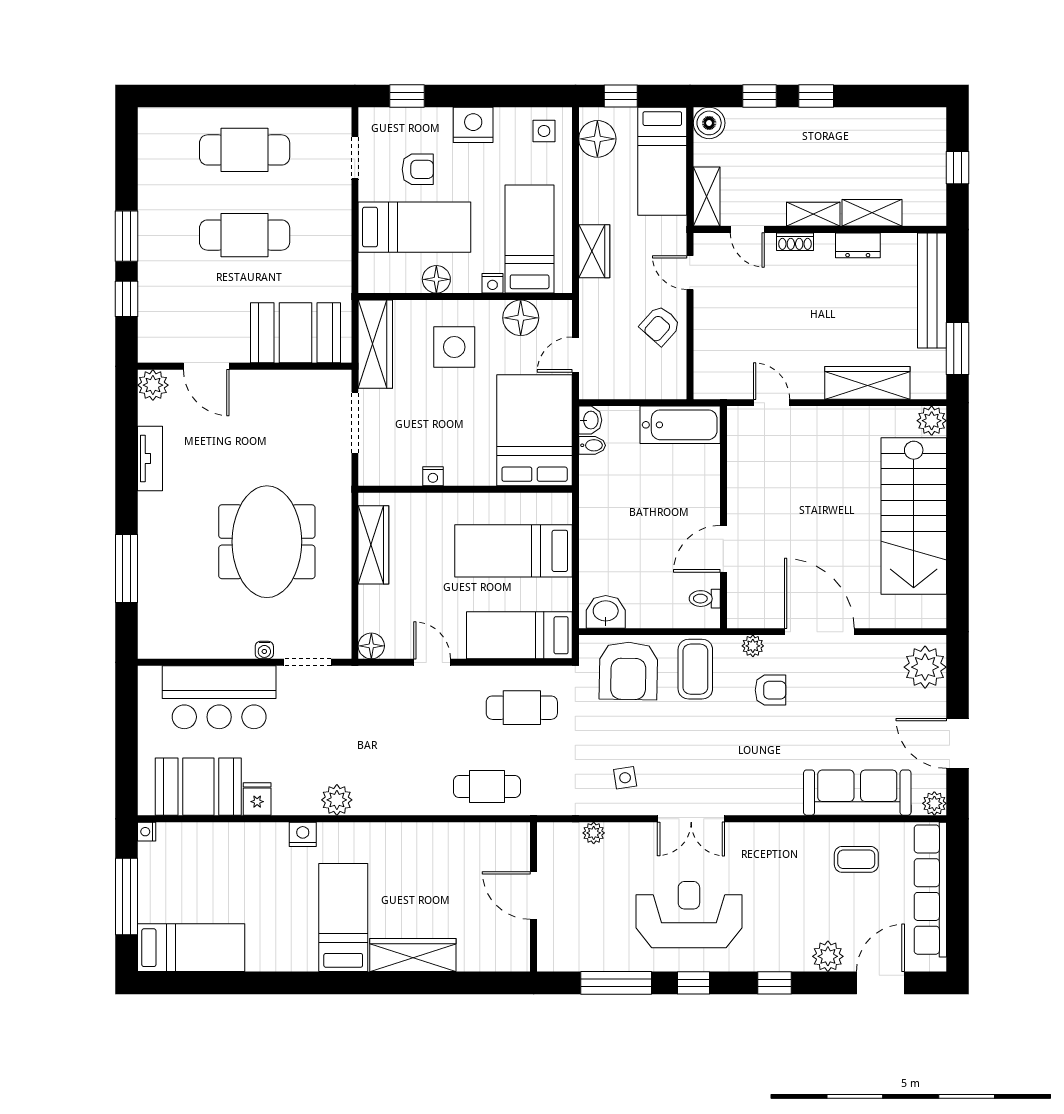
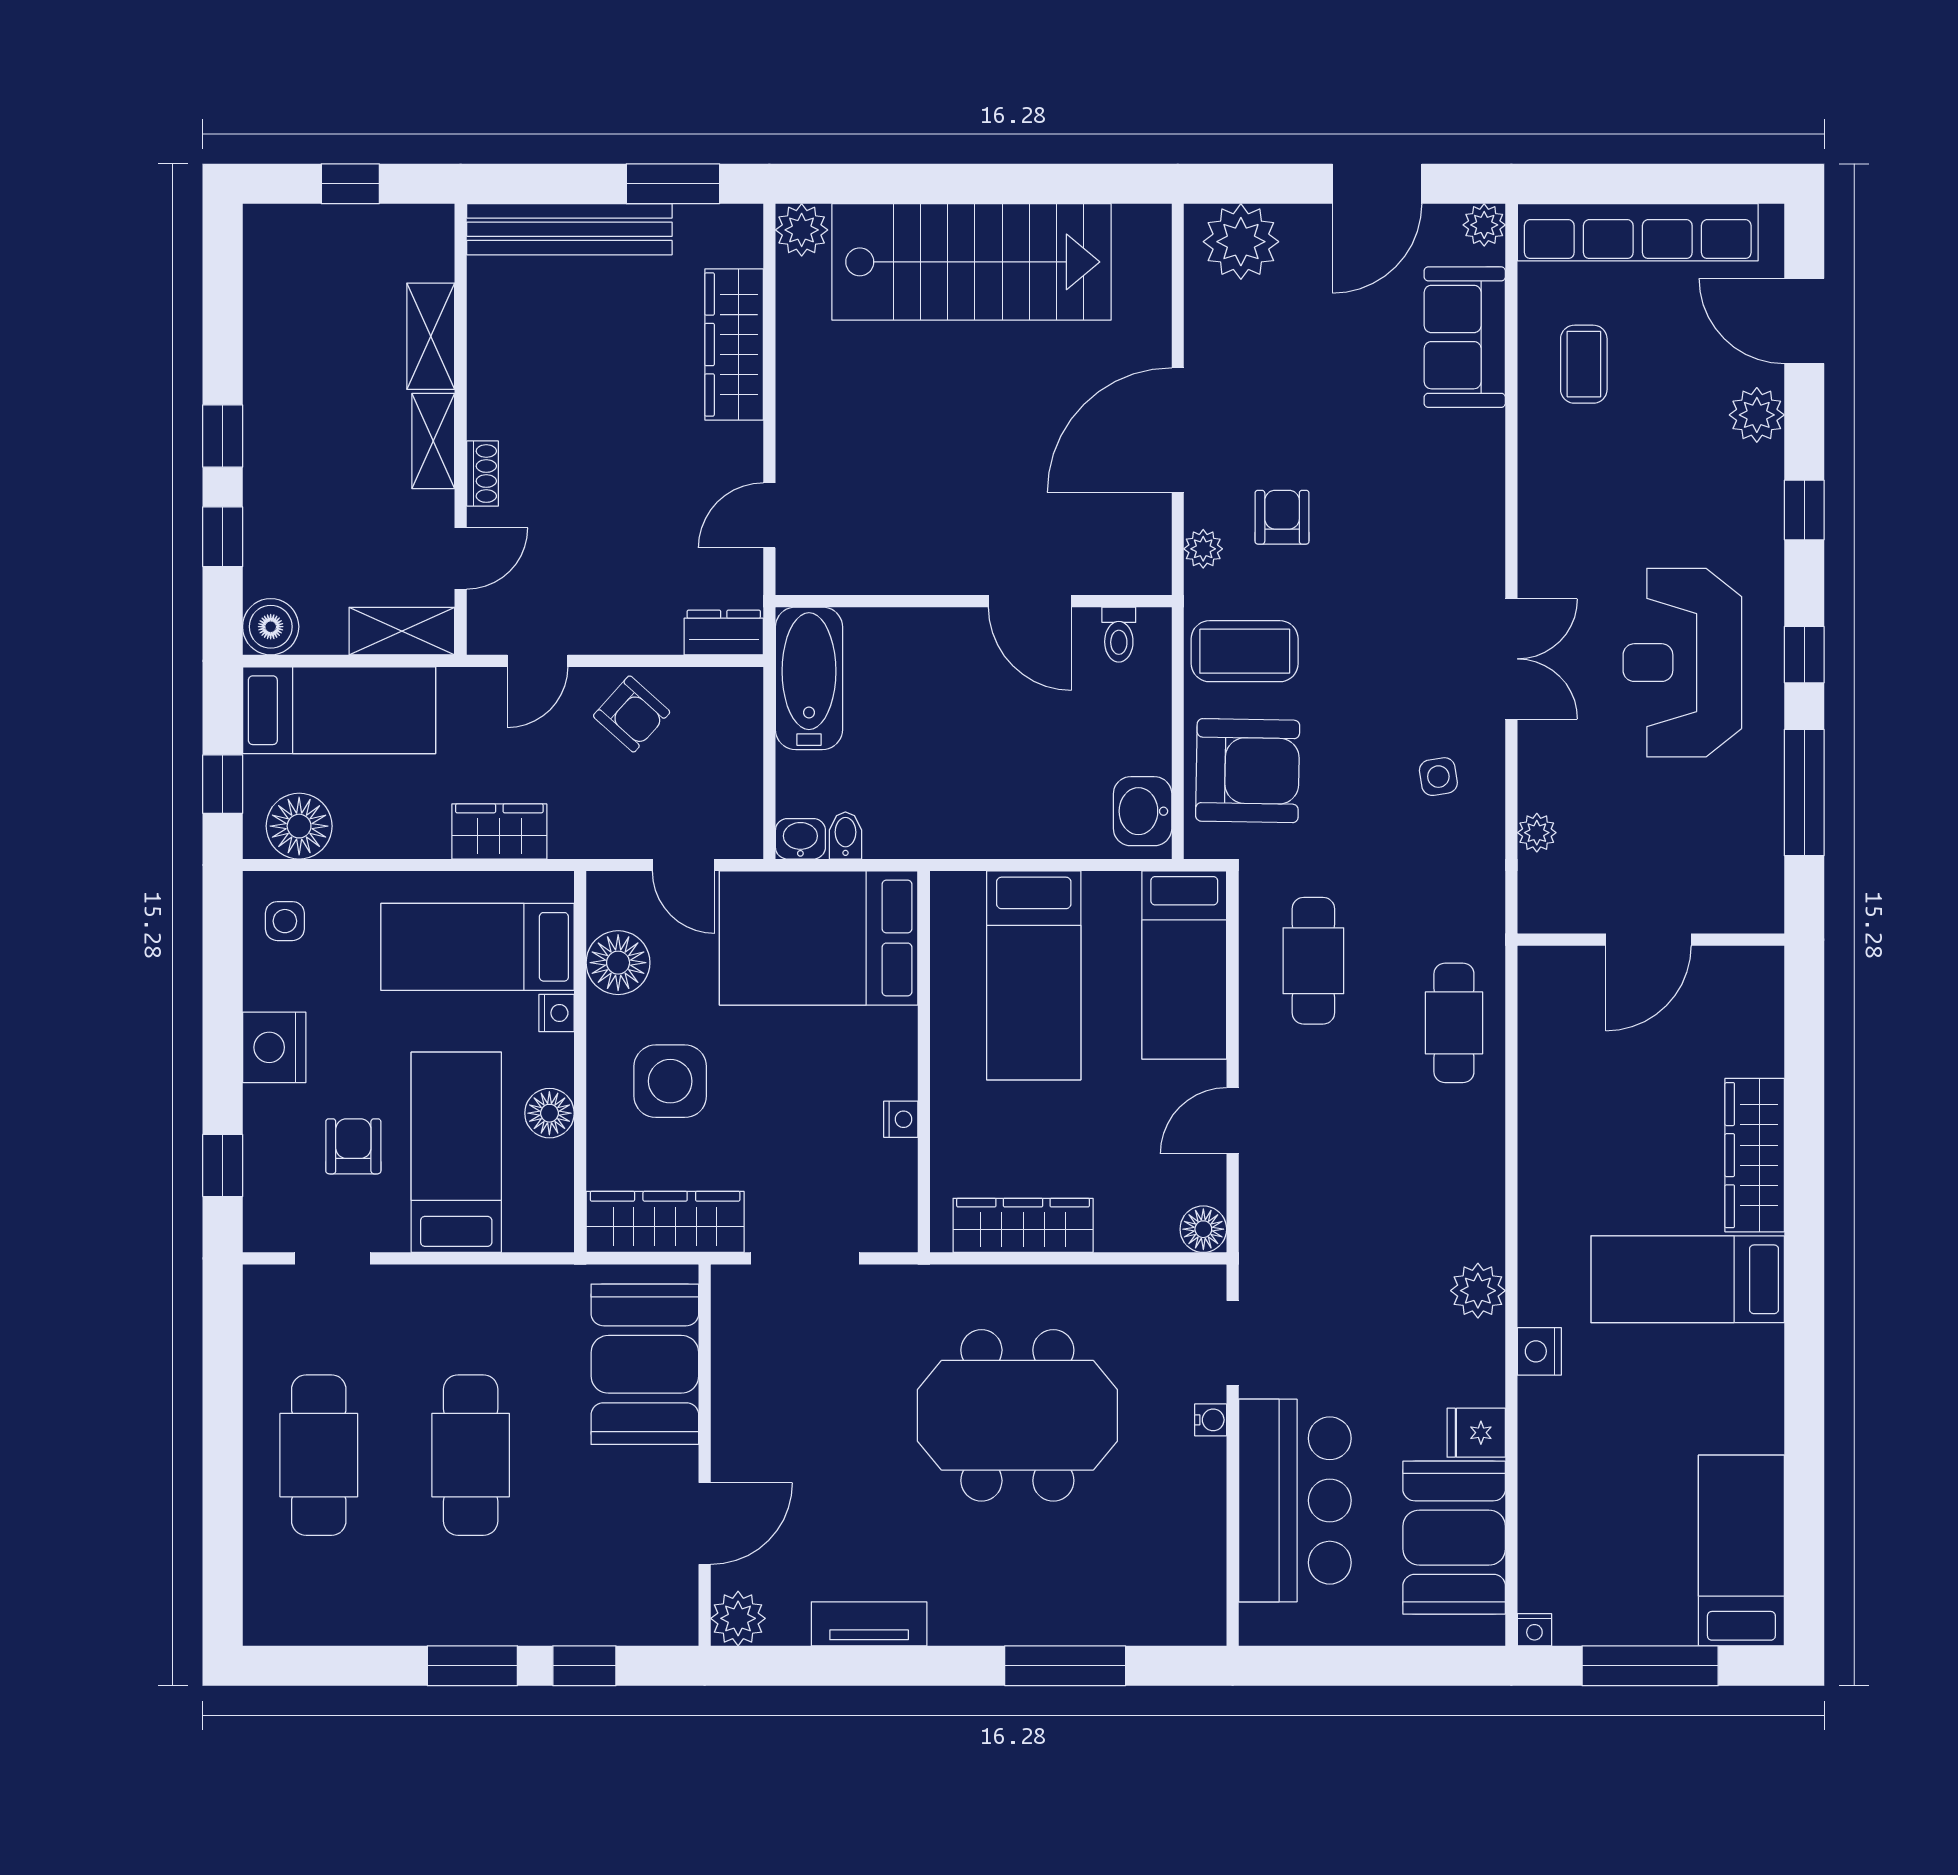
dresser: (858, 245) -> (724, 633), moved, turned -90
sofa: (857, 793) -> (1465, 337), width x0.73

